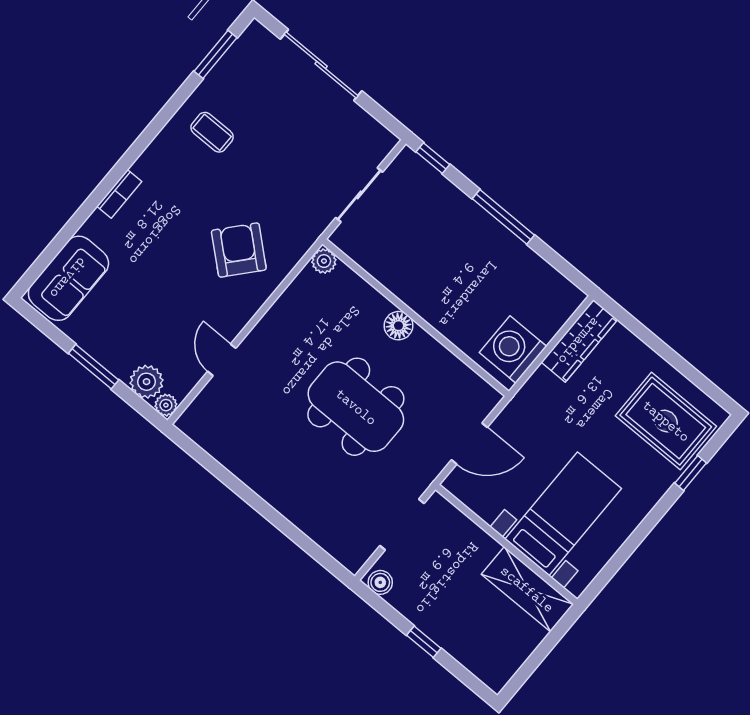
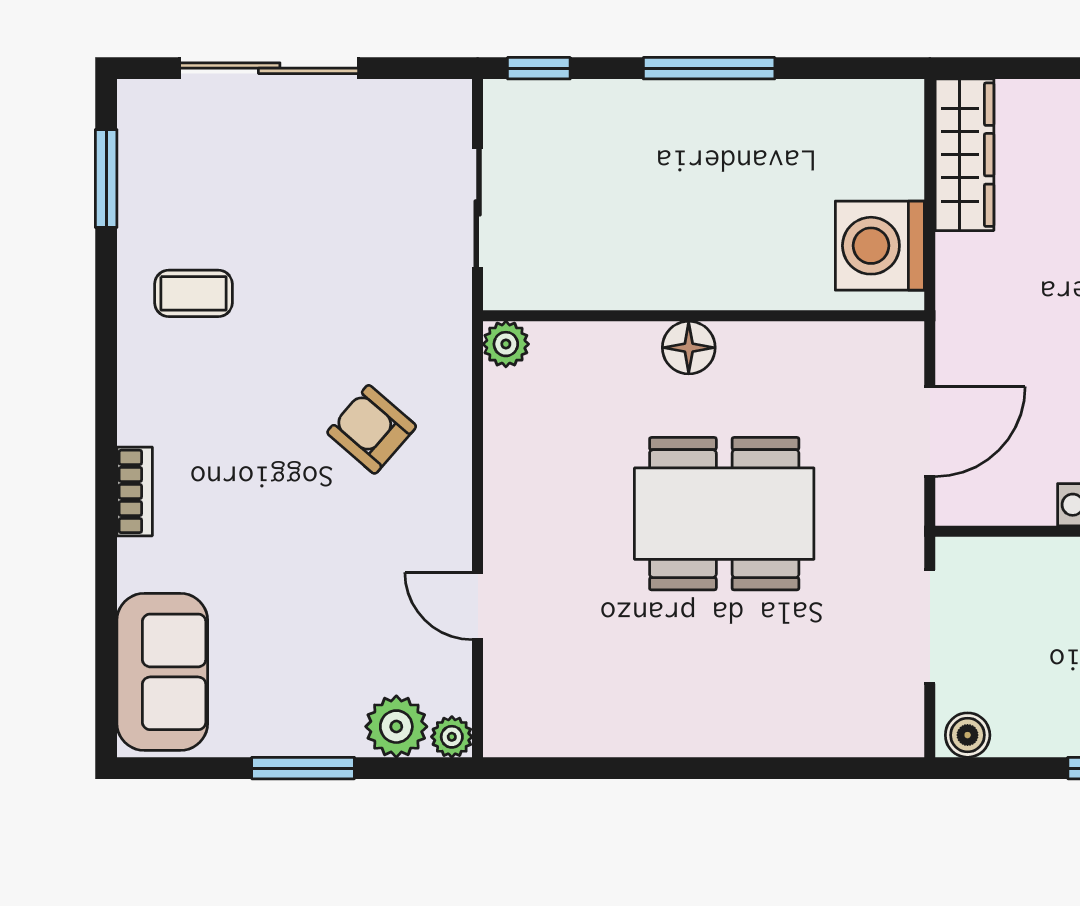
armchair: (239, 250) -> (372, 429), width x0.72, depth x0.72

